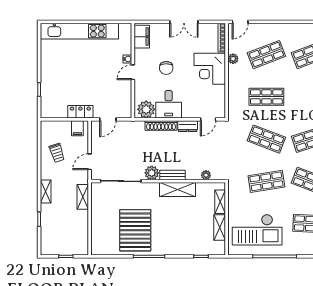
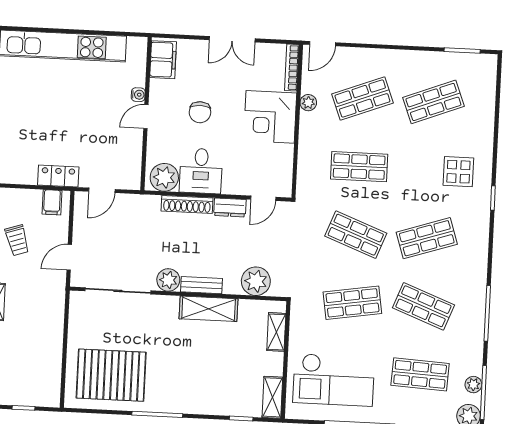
plant: (206, 175) -> (256, 281), width x1.88, depth x1.88
shelving: (83, 197) -> (55, 313), removed
shelving: (220, 227) -> (272, 397), moved
pallet: (135, 230) -> (111, 375), moved, turned 90

